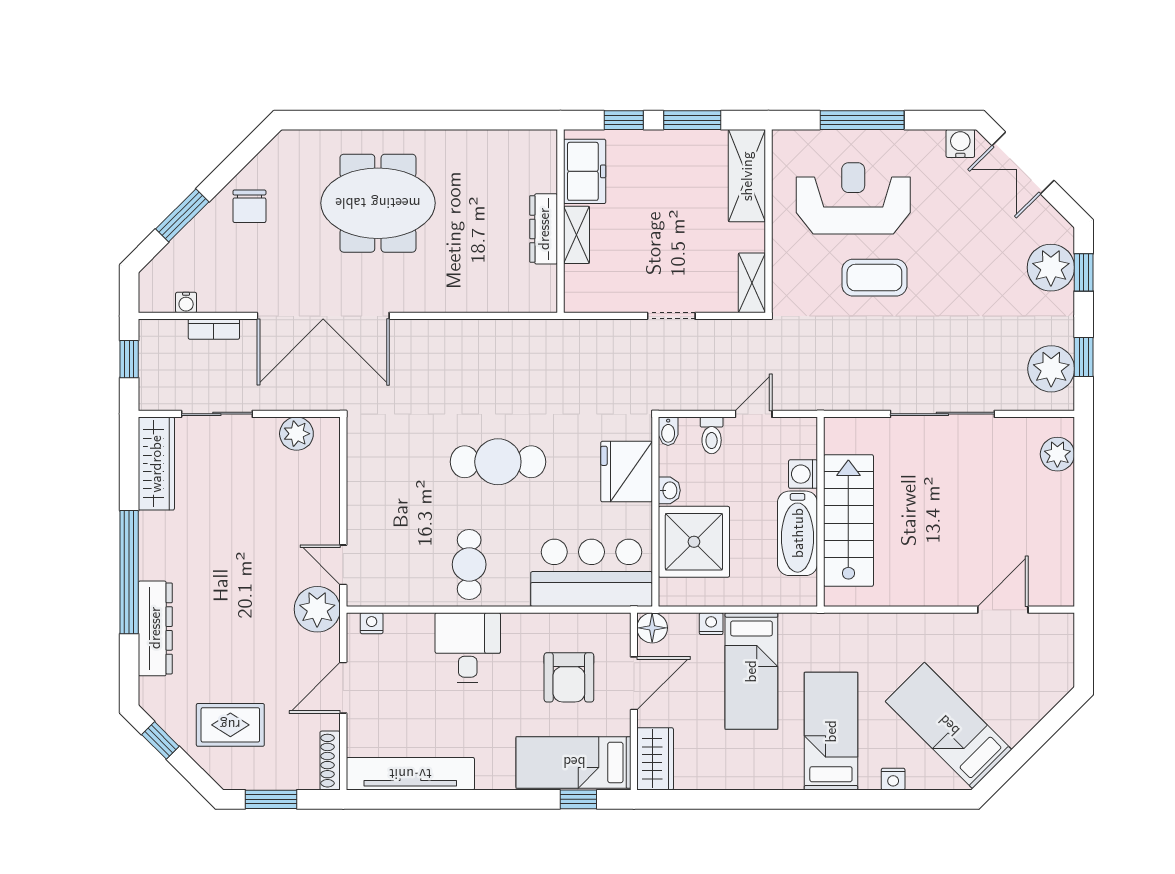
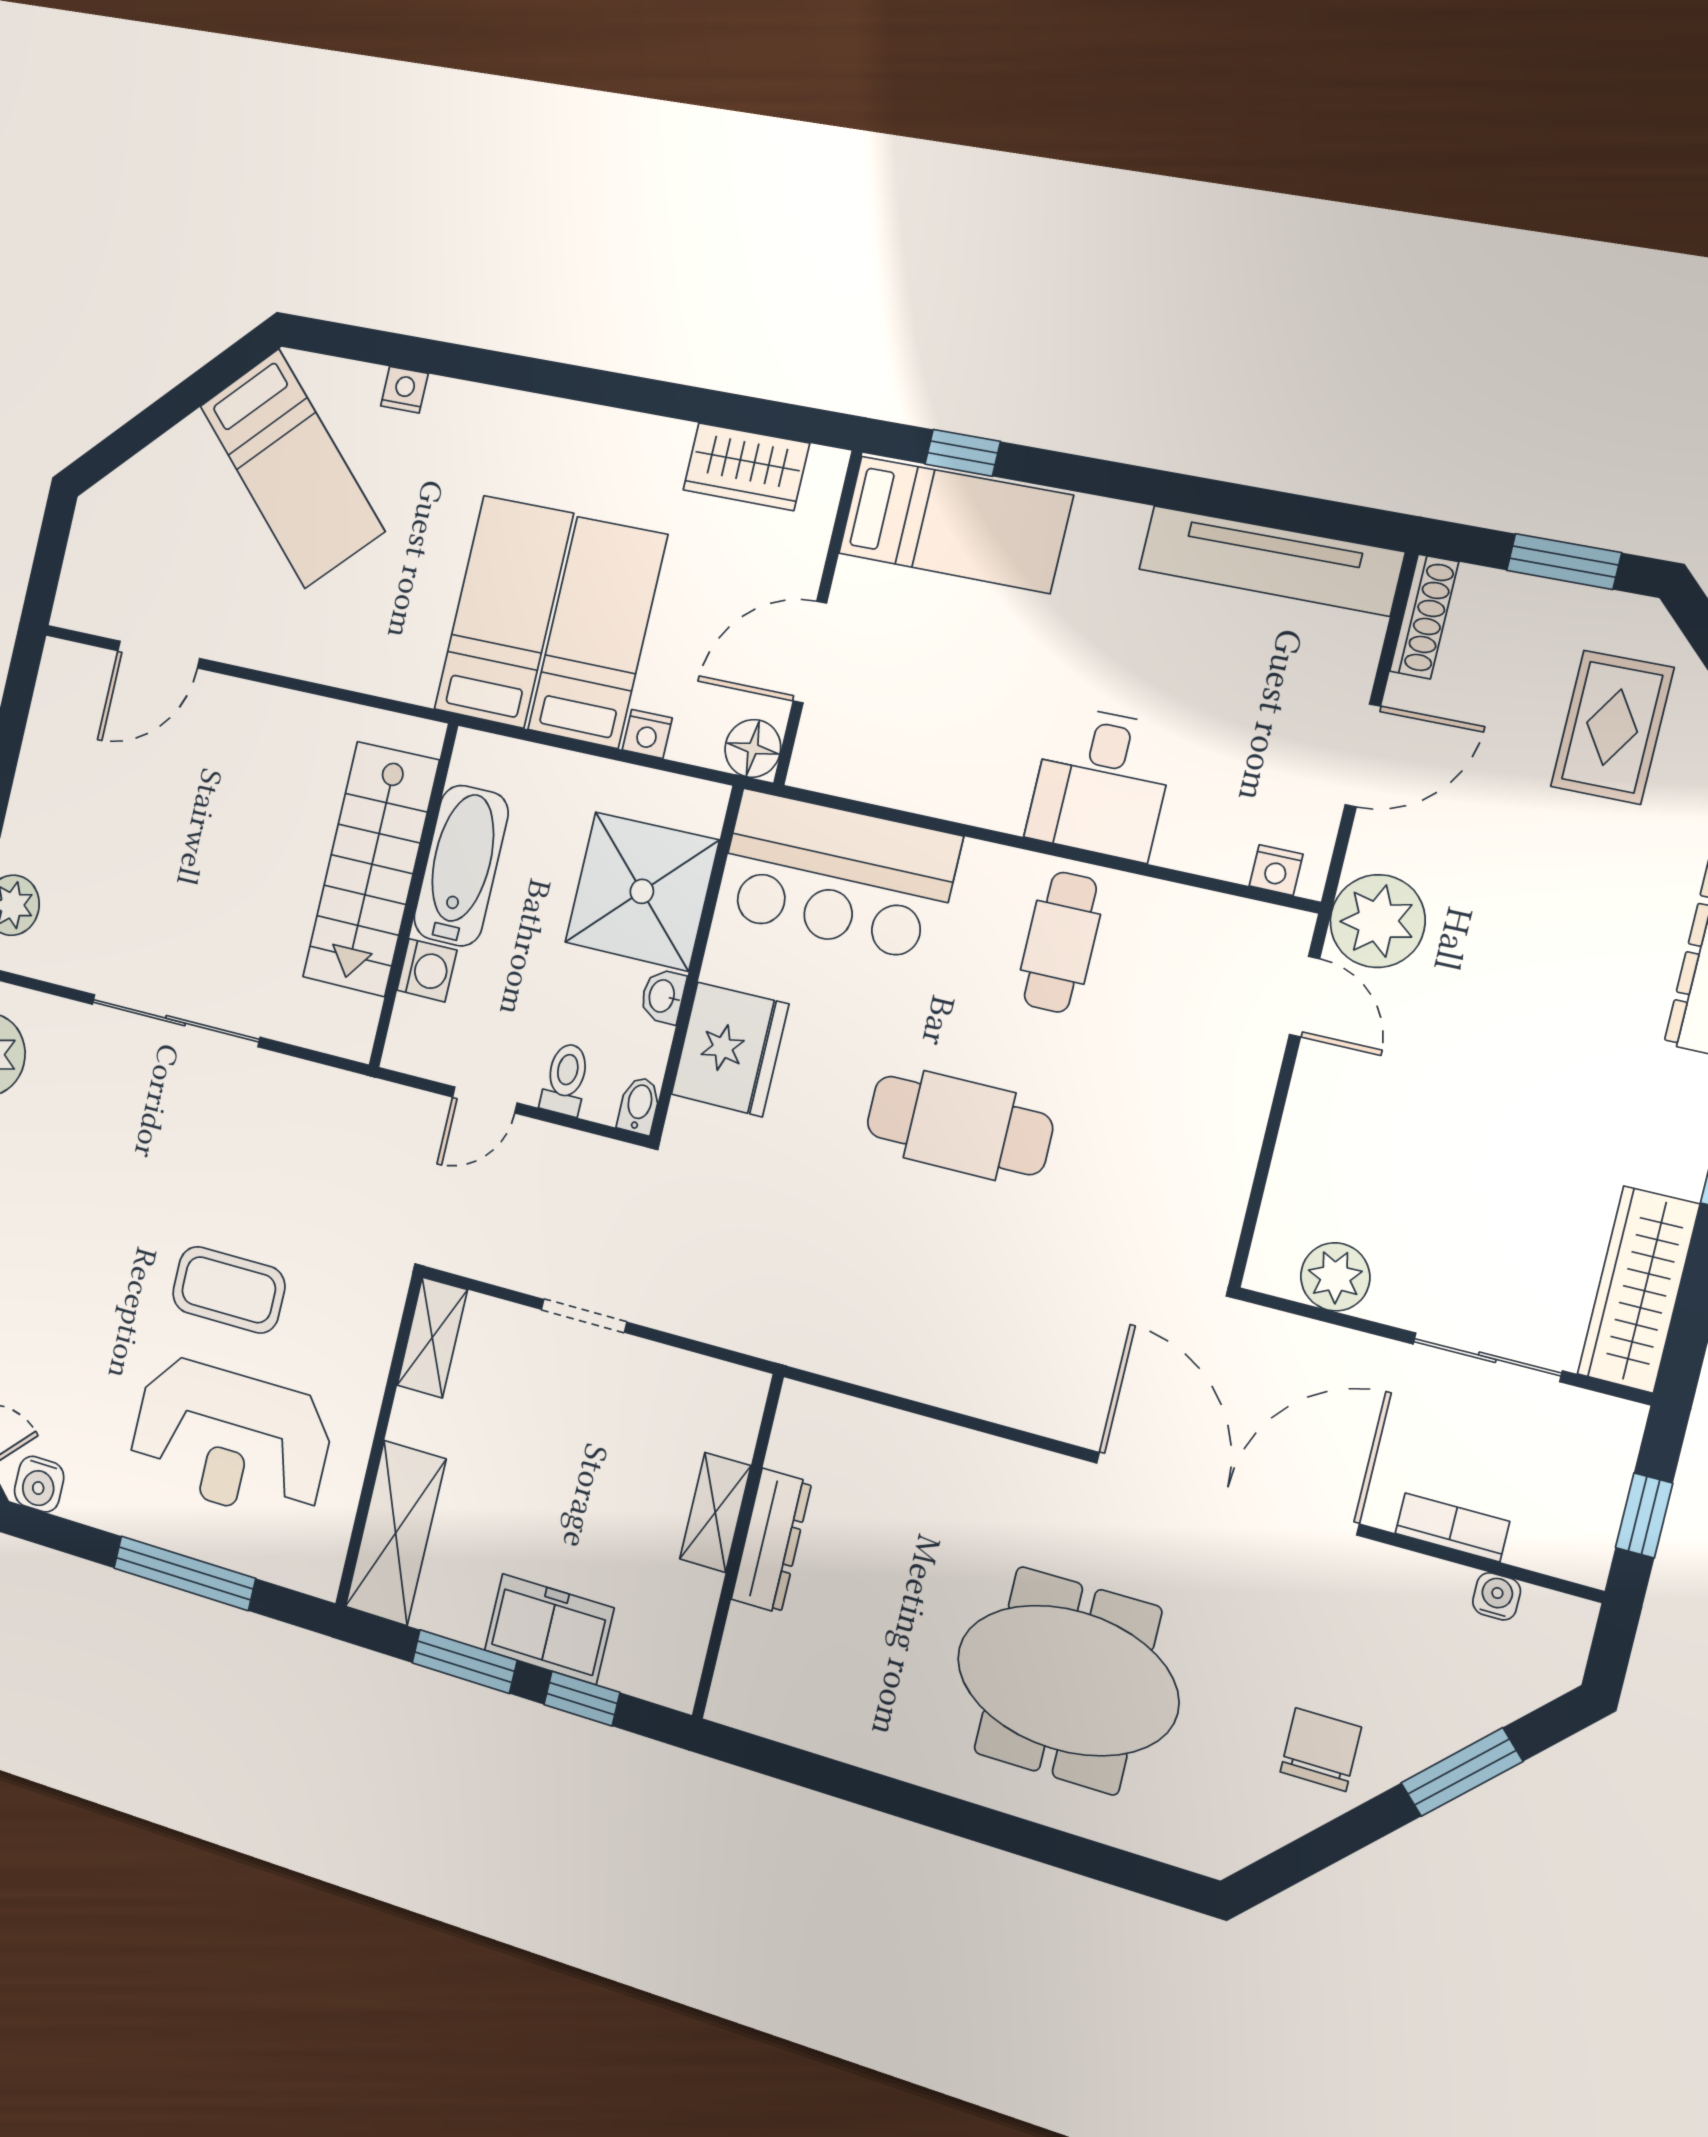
freezer: (585, 171) -> (549, 1629), moved, turned 90
armchair: (569, 677) -> (925, 687), removed
rug: (230, 725) -> (1612, 727), turned 90
bed: (831, 731) -> (504, 612), moved, turned 180
wardrobe: (655, 759) -> (746, 467), moved, turned -90

